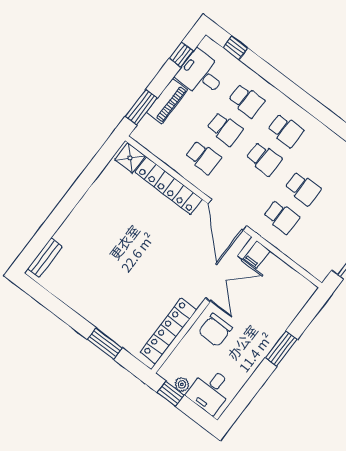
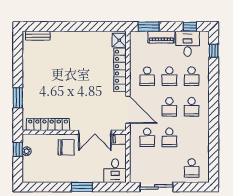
door: (227, 215) -> (128, 110), swing flipped
chair: (215, 330) -> (66, 147), turned 180
desk: (210, 391) -> (115, 171), moved, turned -90

